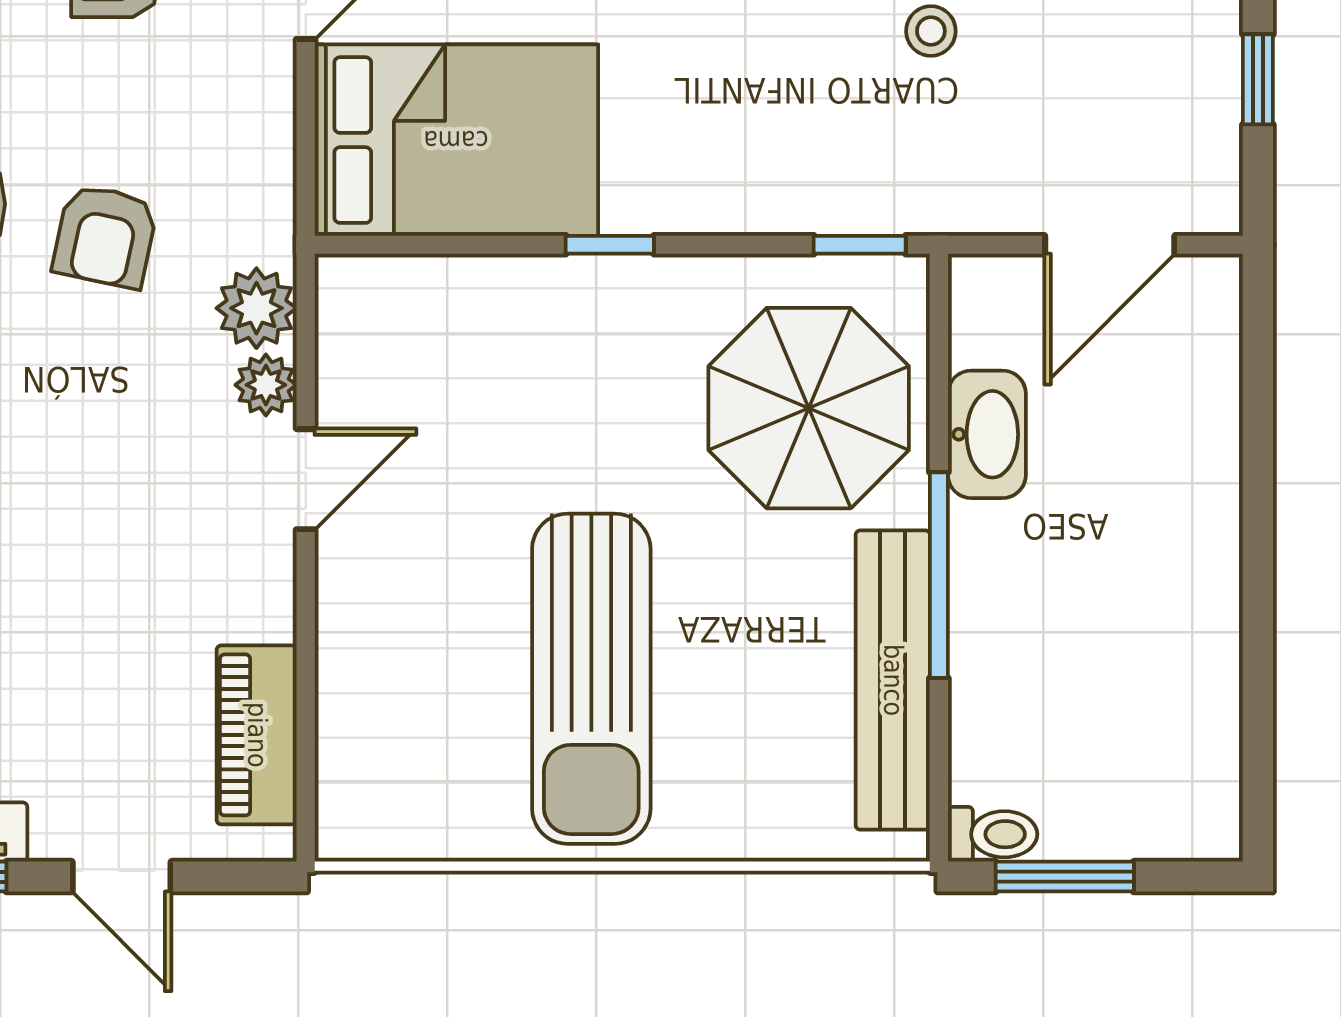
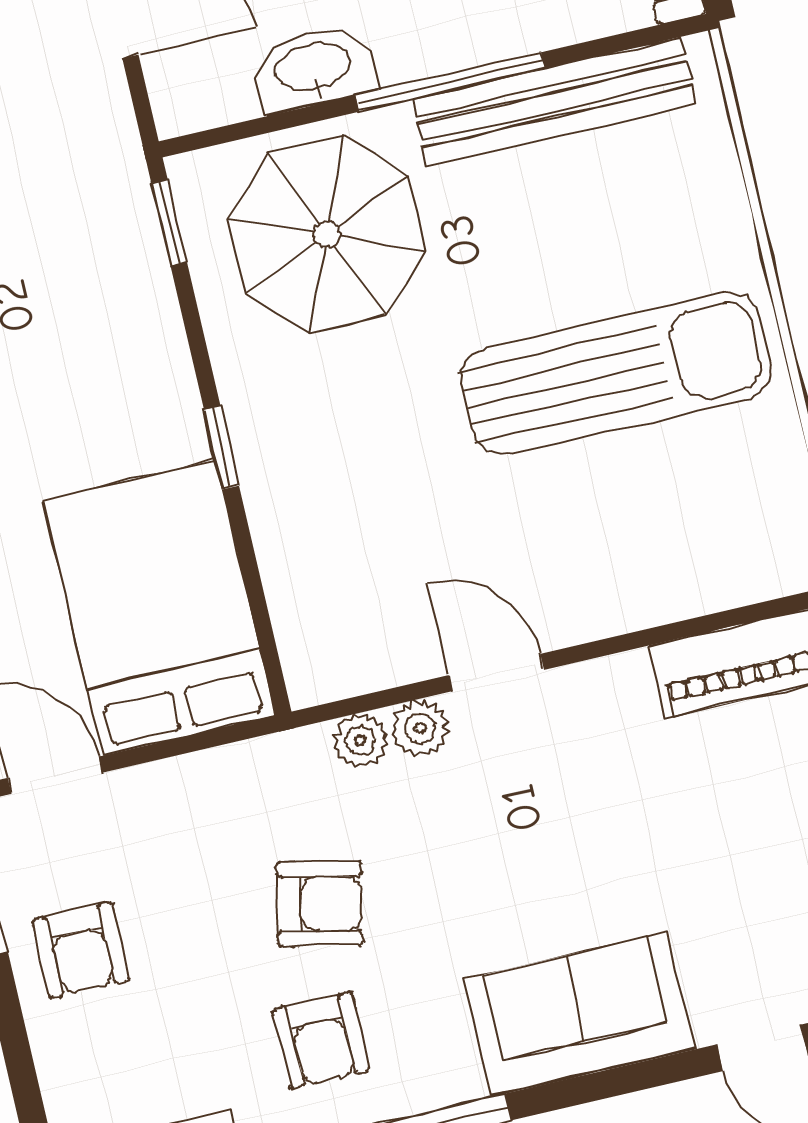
plant: (256, 308) -> (360, 740), width x0.73, depth x0.73

